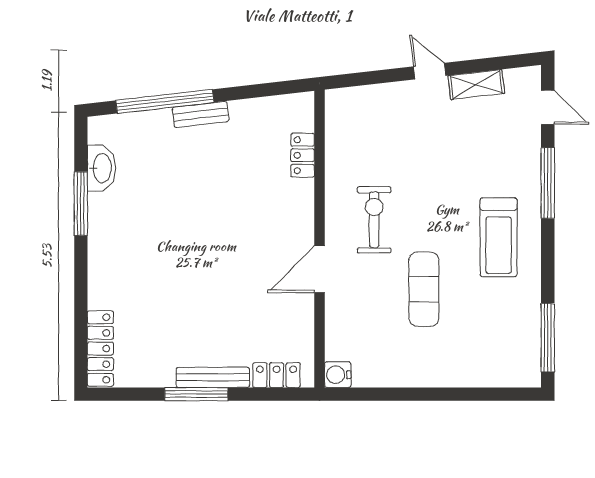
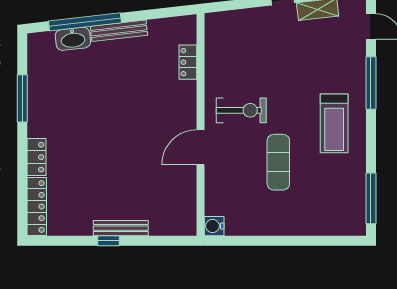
bench: (201, 114) -> (119, 31), width x1.36
washbasin: (101, 168) -> (73, 39), moved, turned 83
exercise bike: (374, 220) -> (241, 110), turned 90
locker: (277, 375) -> (36, 157), moved, turned 90
window: (196, 394) -> (108, 241), width x0.46

